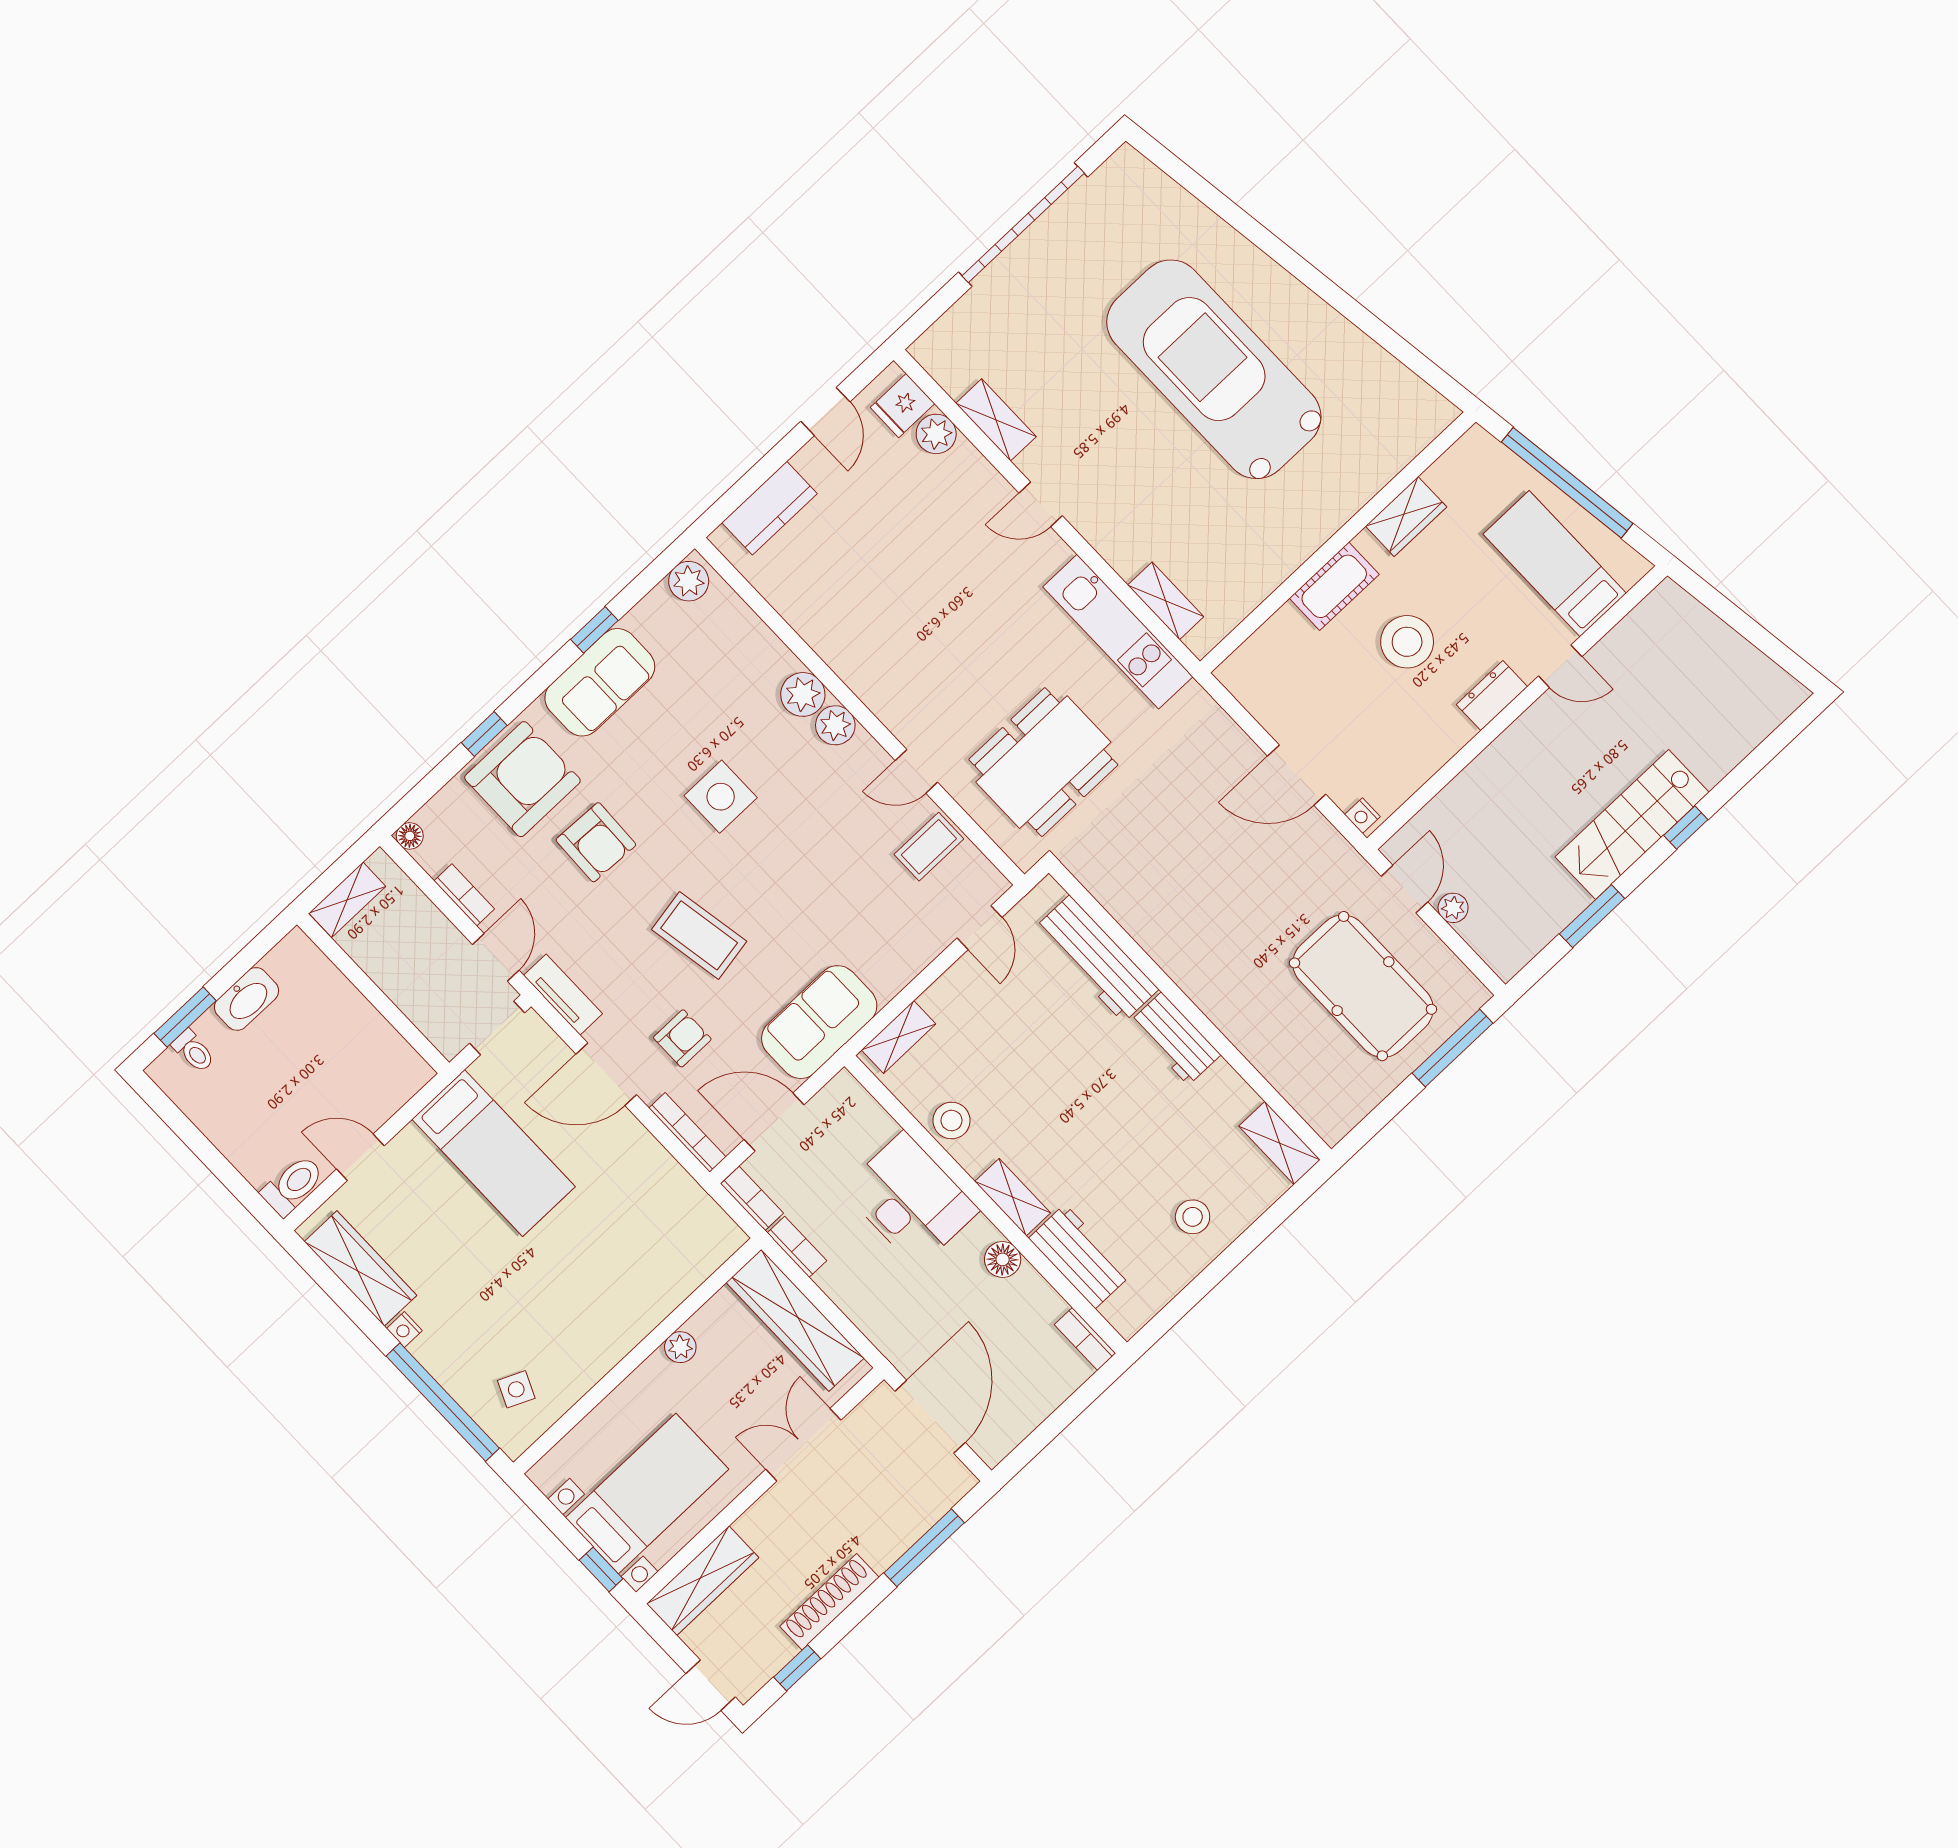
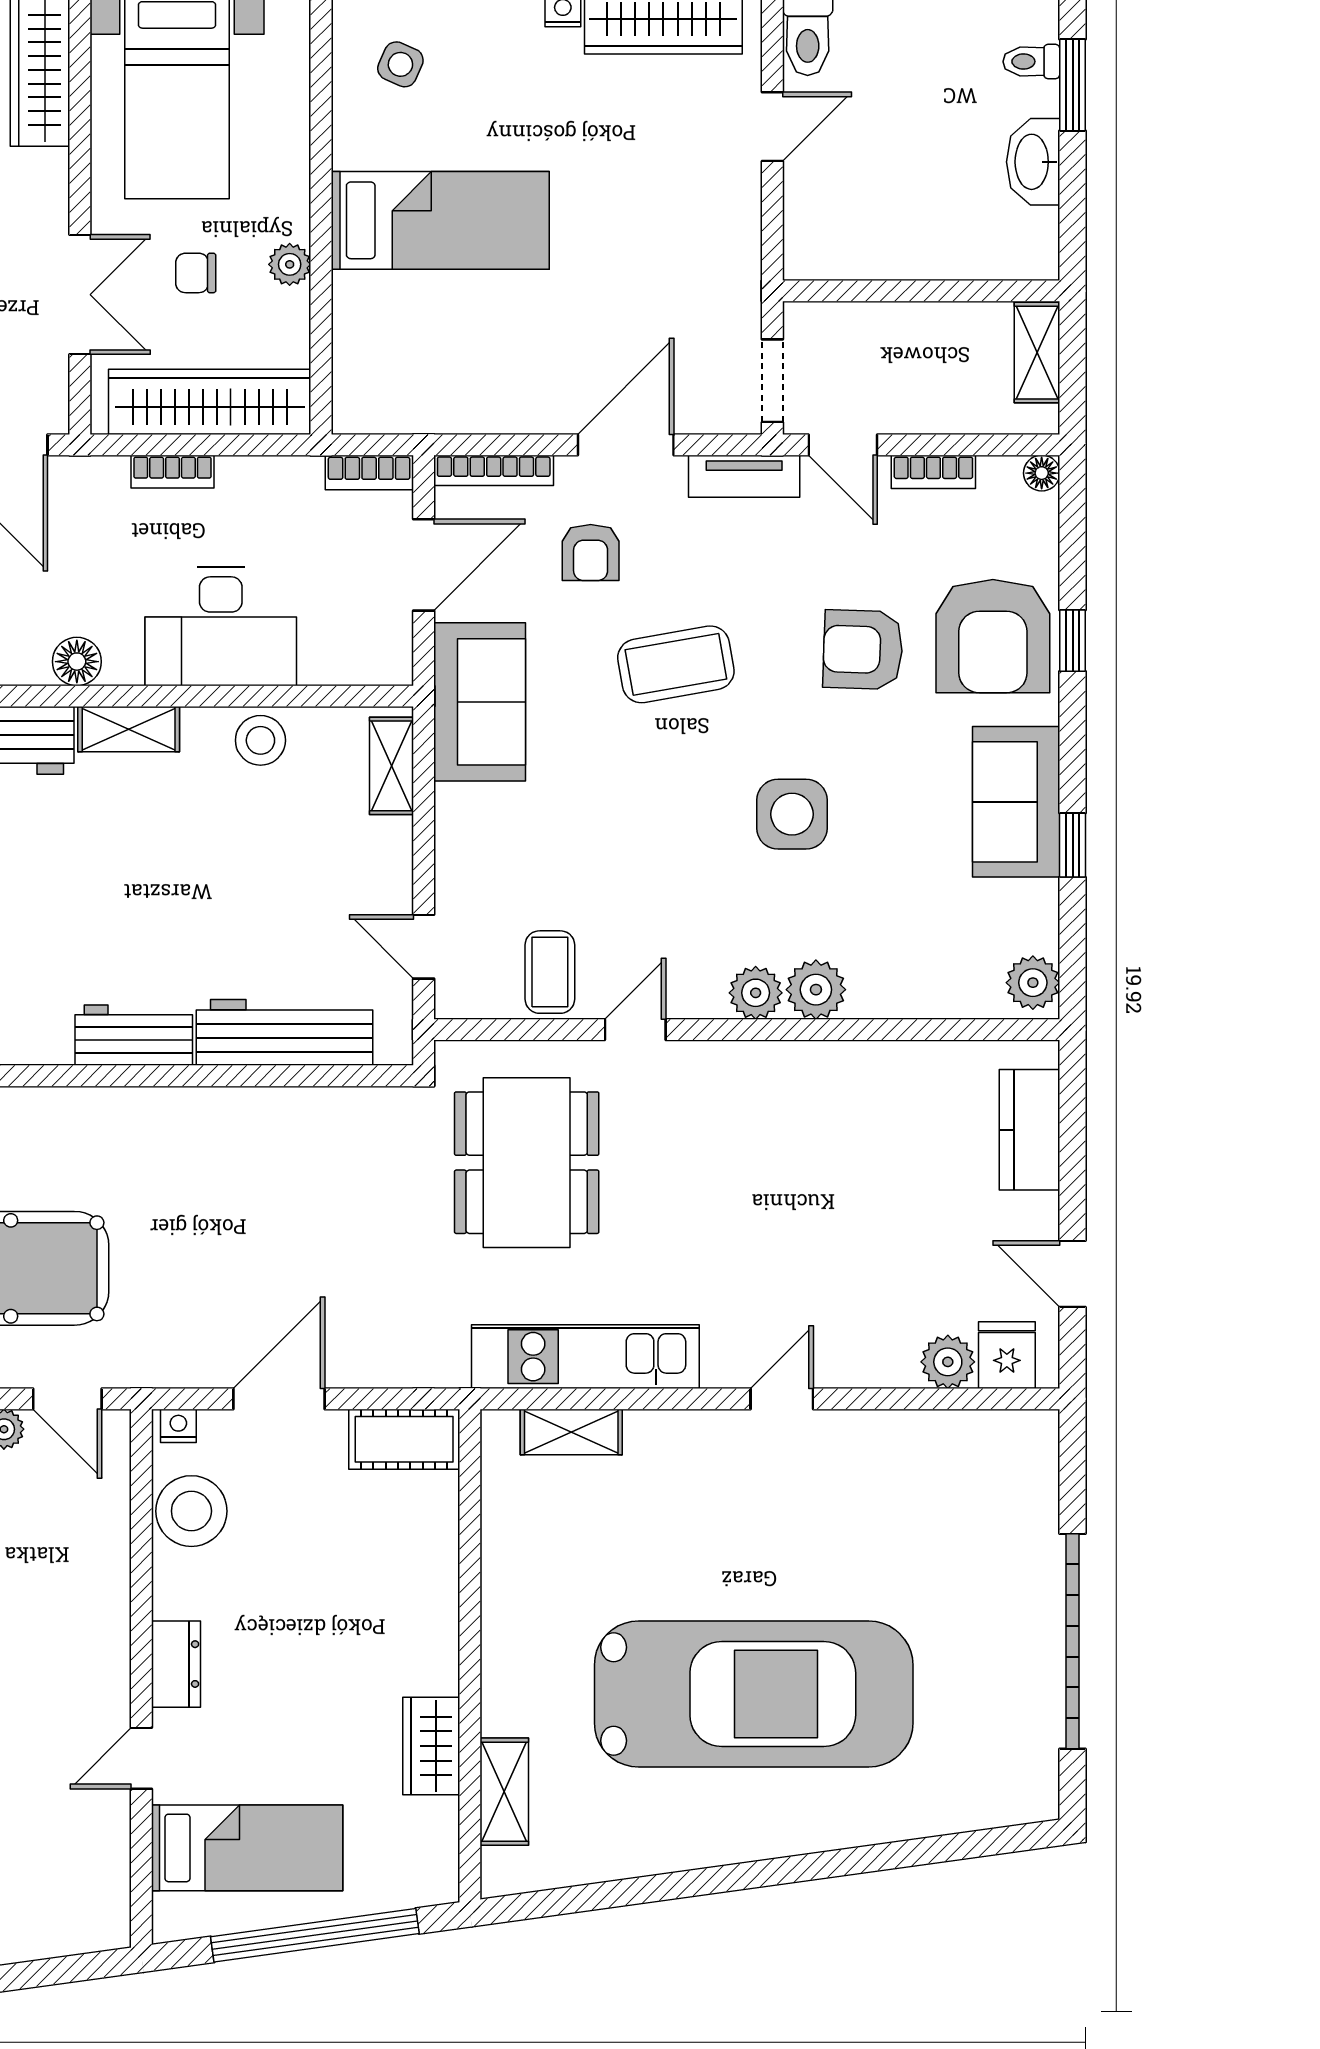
shelving: (996, 420) -> (504, 1792), moved, turned 90
cot: (1334, 586) -> (404, 1439), moved, turned 90
stool: (1407, 642) -> (191, 1511), moved
bed: (494, 1153) -> (440, 220), moved, turned 180
bookcase: (797, 1247) -> (172, 472), moved
chair: (733, 1393) -> (196, 273), added

